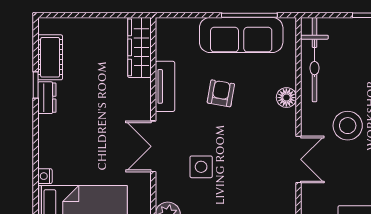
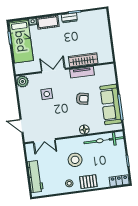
wardrobe: (139, 47) -> (83, 60), moved
cot: (50, 57) -> (48, 22), moved
double door: (299, 159) -> (44, 141), moved

